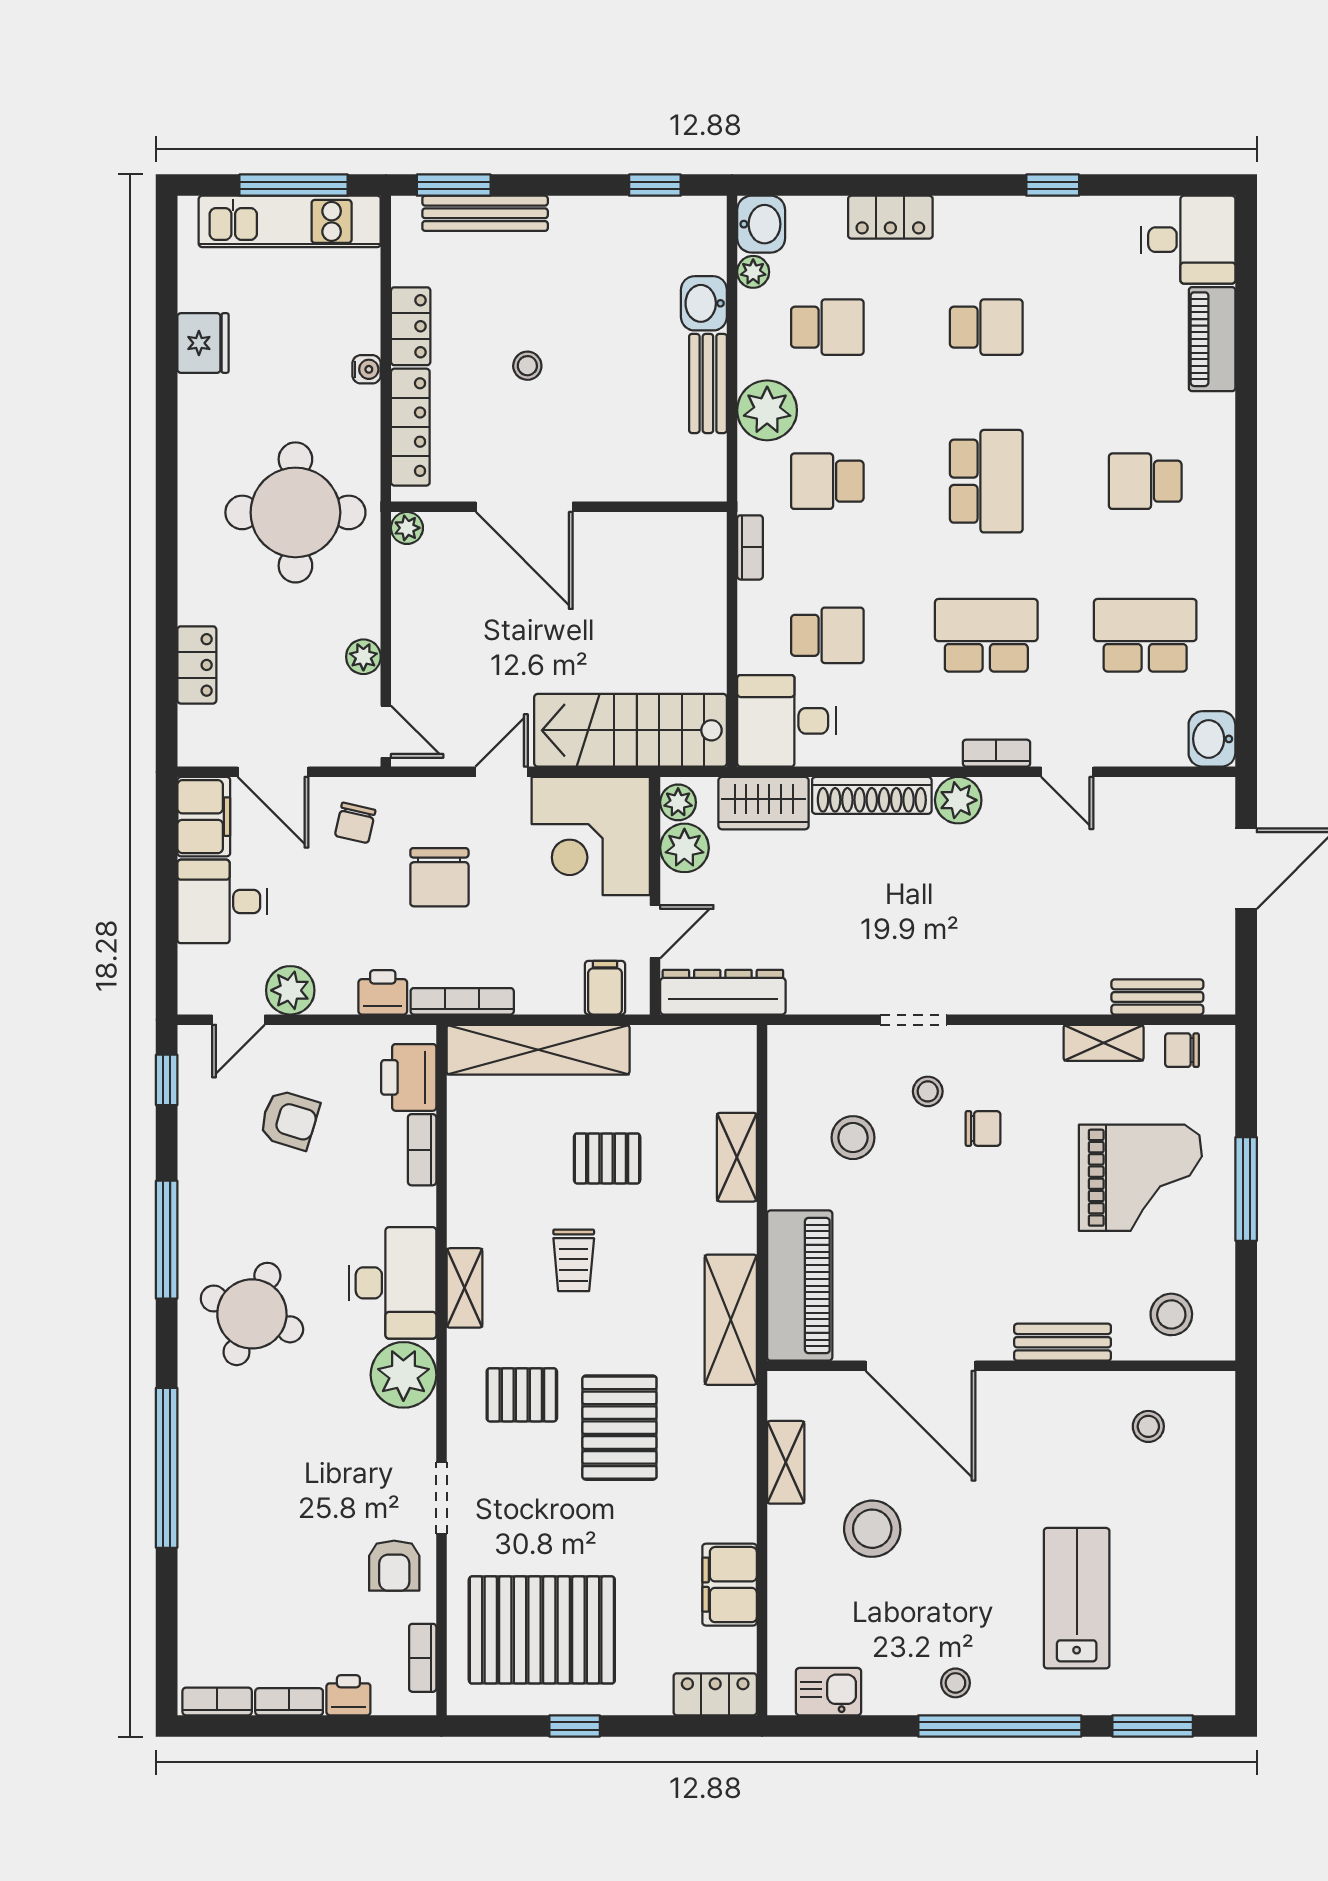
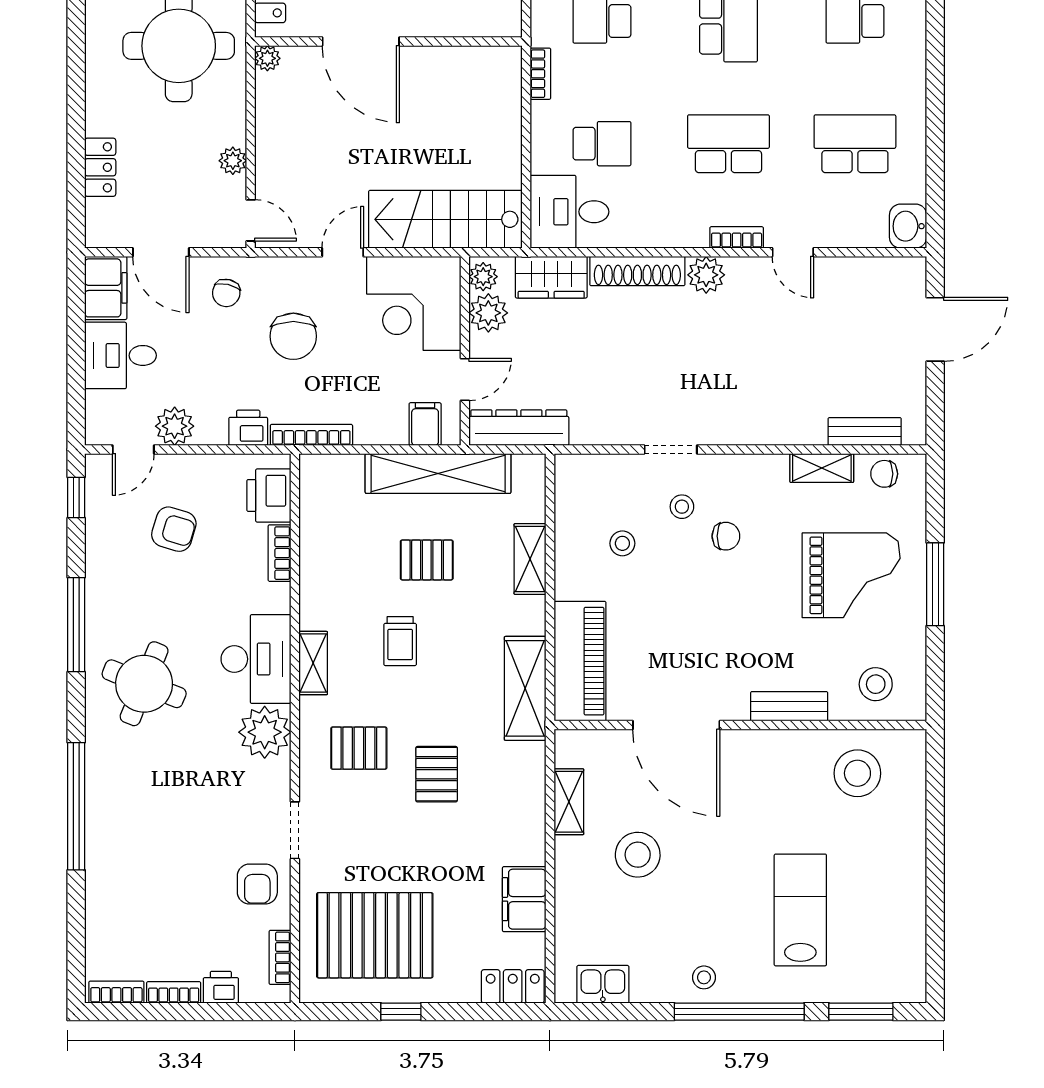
shelving: (538, 1050) -> (438, 473), moved
stool: (853, 1138) -> (622, 543), width x0.73, depth x0.73
stool: (1148, 1426) -> (857, 773), width x1.89, depth x1.89
pallet: (619, 1428) -> (437, 774), width x0.67, depth x0.71

